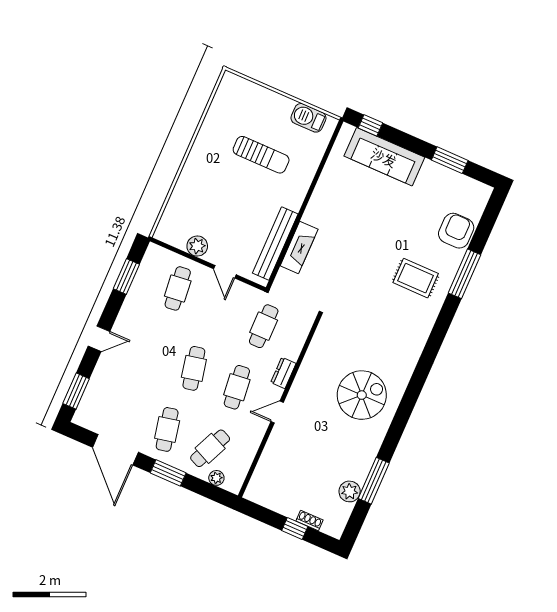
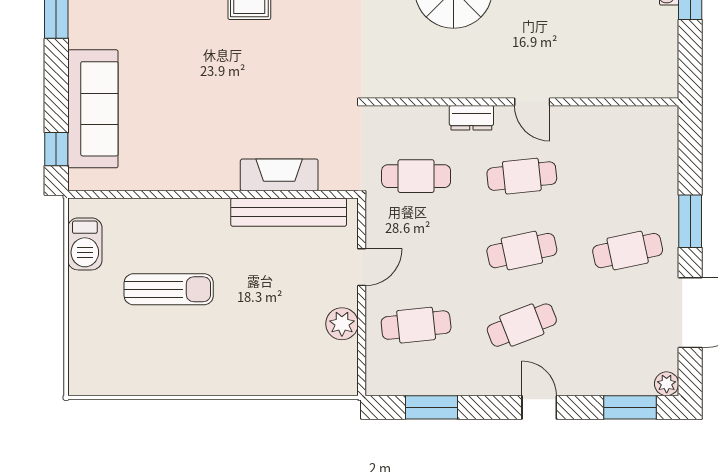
sun lounger: (261, 155) -> (169, 289), turned 90
cafe table: (210, 448) -> (522, 325), moved, turned -45
plant: (216, 478) -> (667, 384), moved

